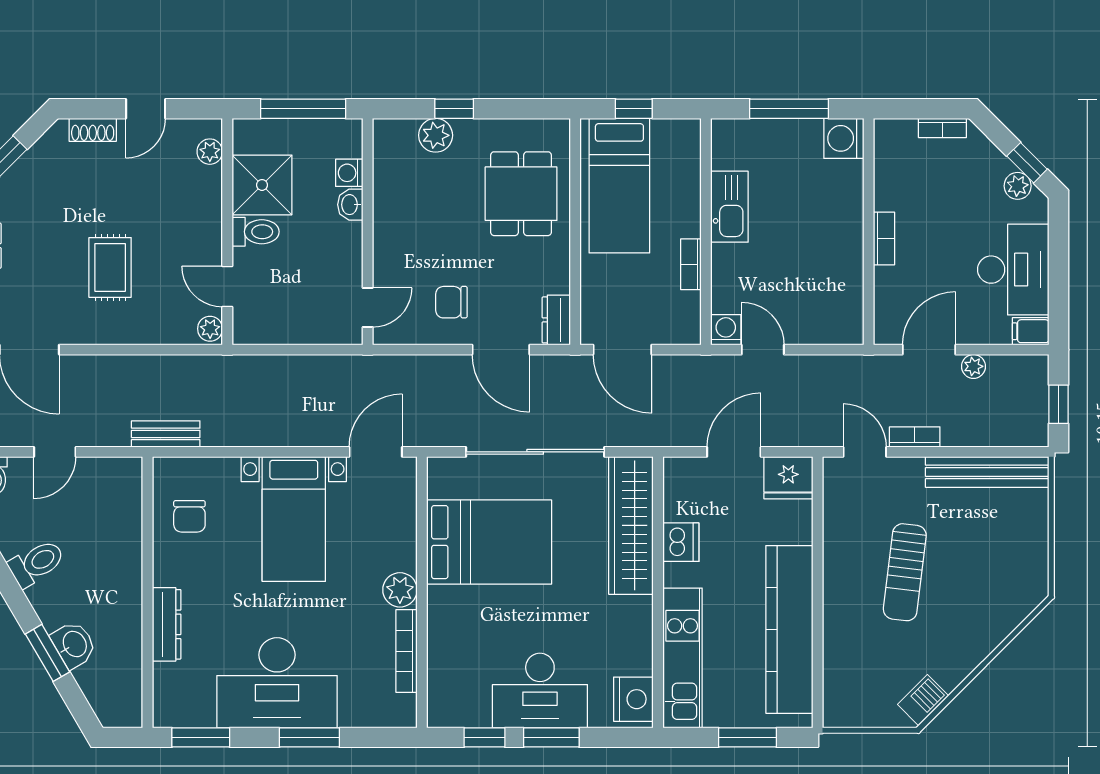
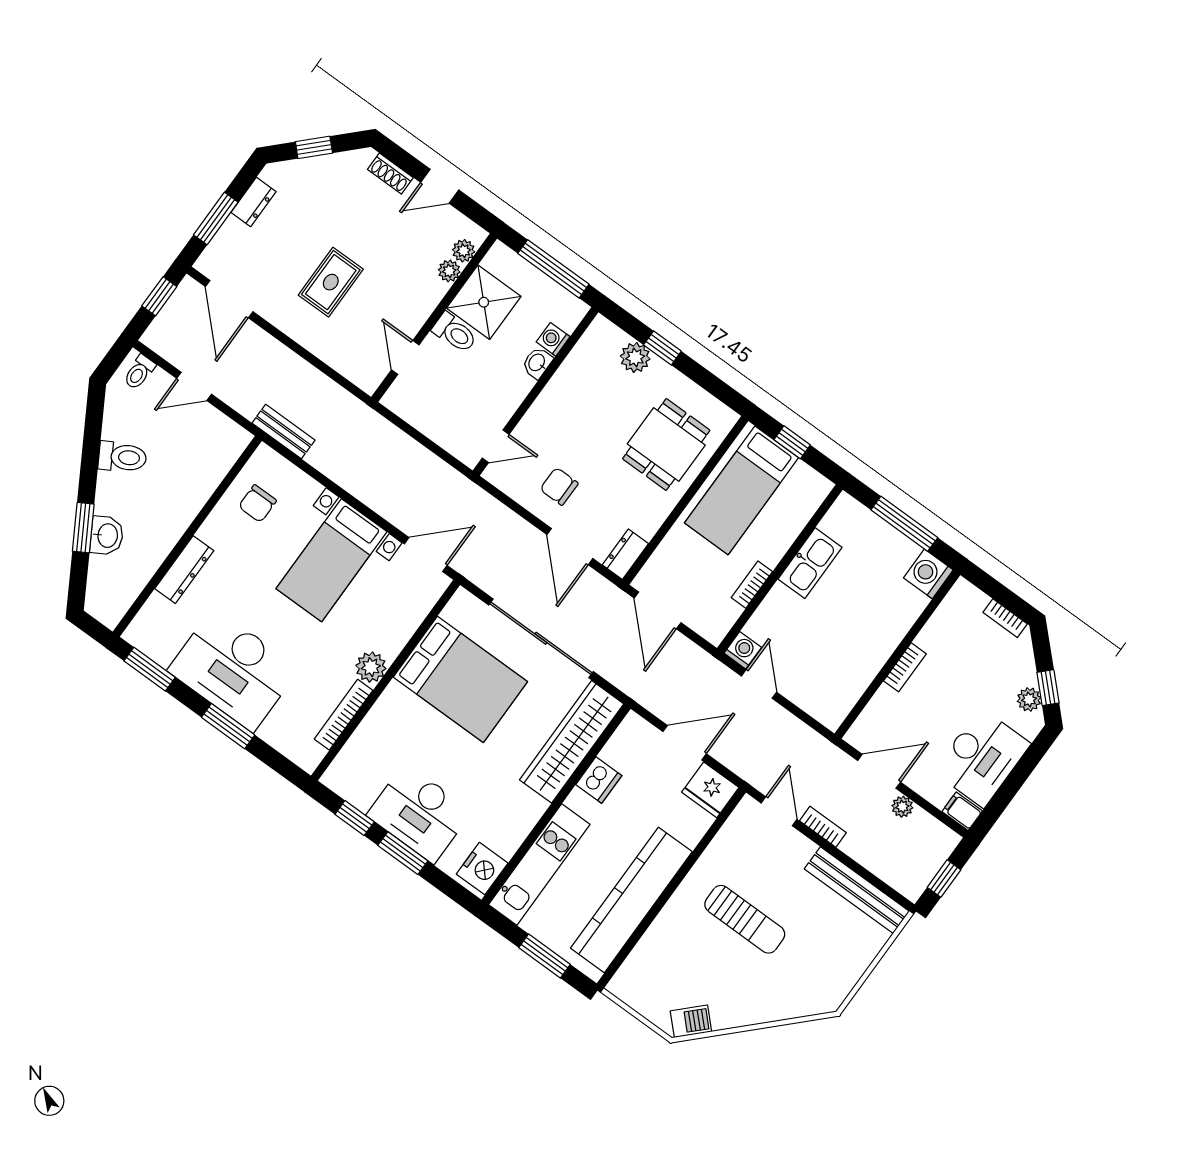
plant: (210, 329) -> (449, 271), moved
sun lounger: (905, 572) -> (745, 919), turned -97

